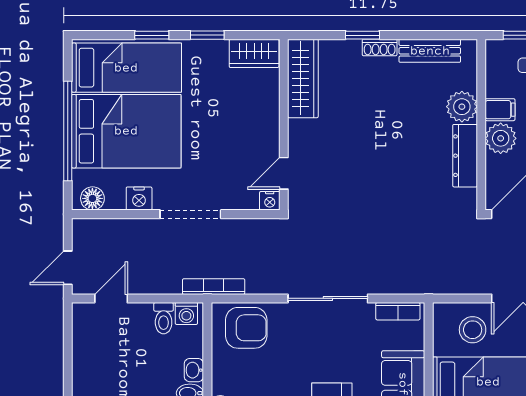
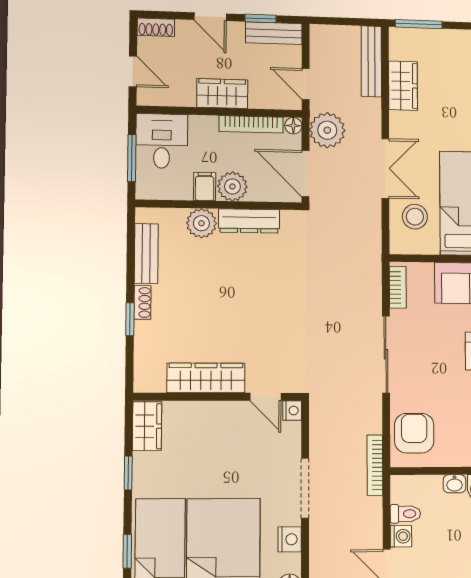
window: (152, 35) -> (127, 551), moved
wardrobe: (303, 78) -> (206, 378), moved
washing machine: (186, 313) -> (401, 536), moved

